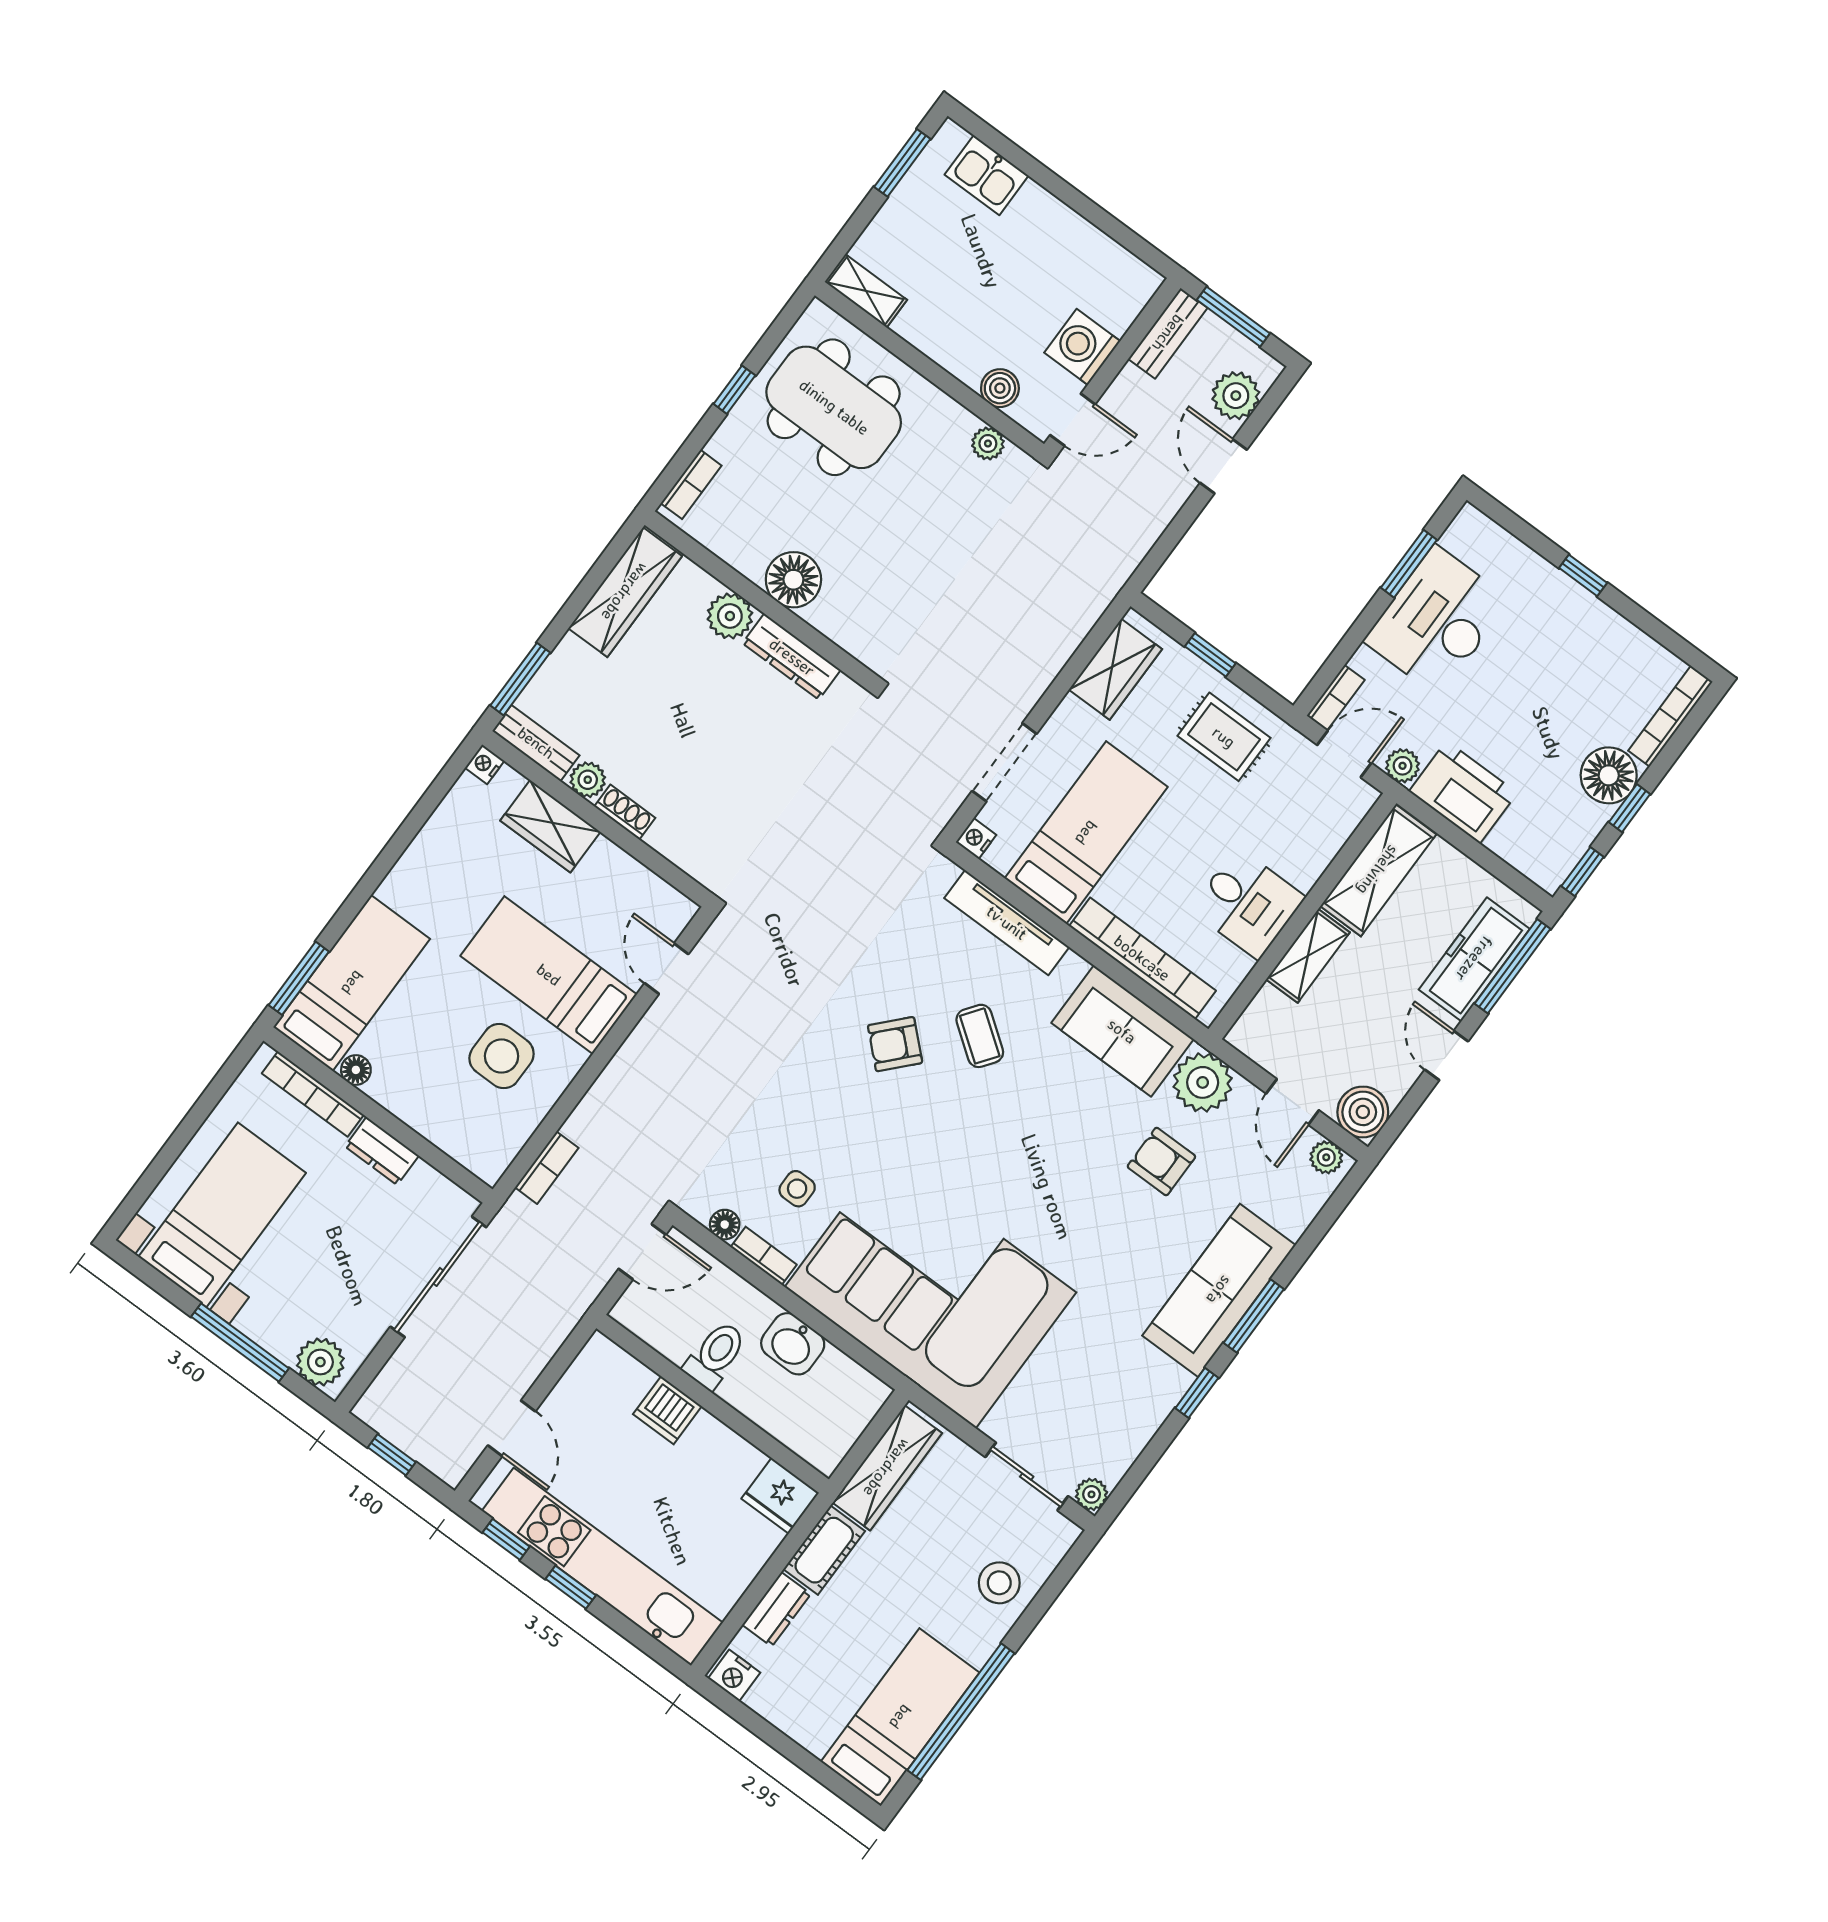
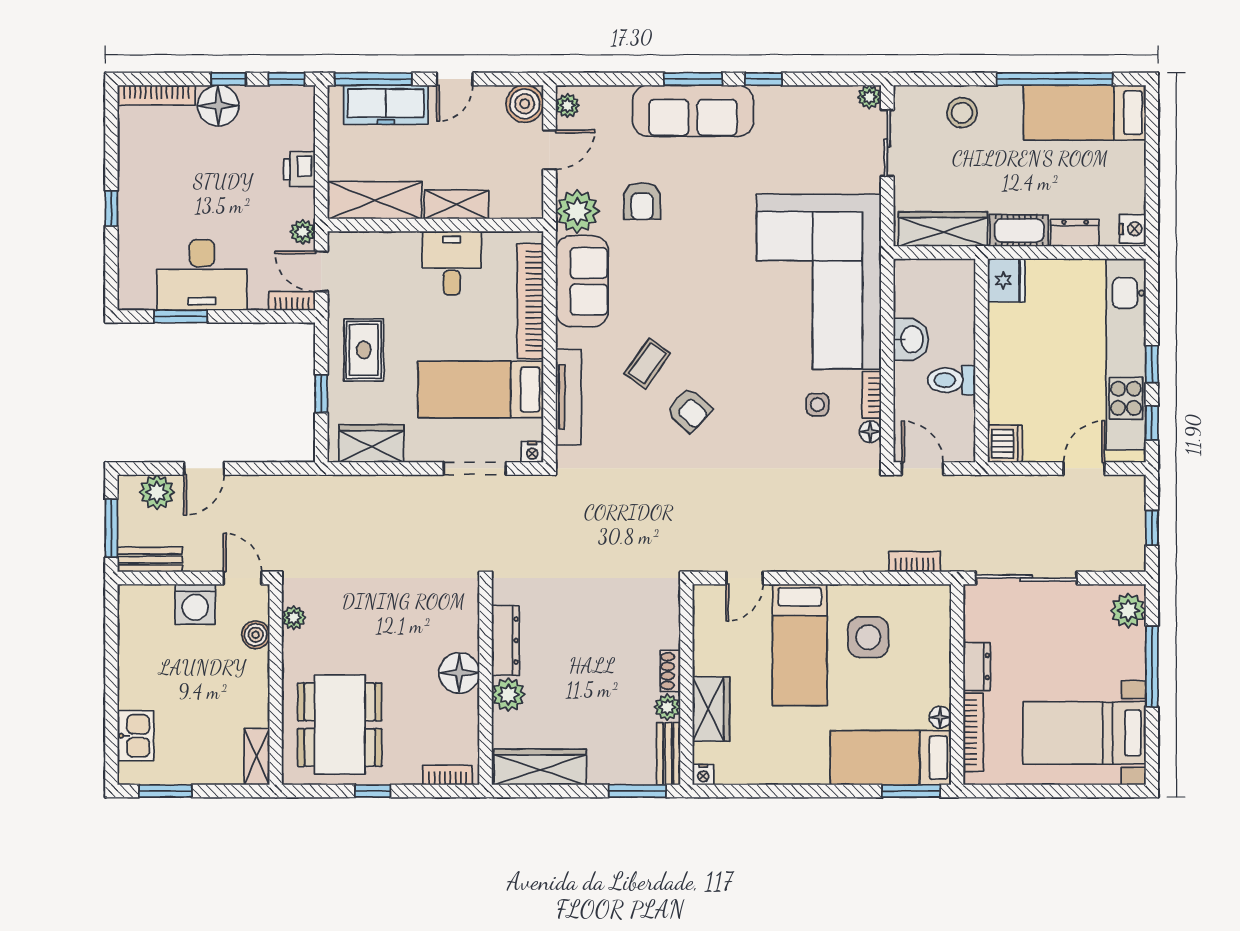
printer: (1463, 792) -> (299, 169), width x0.53, depth x0.68
dishwasher: (667, 1410) -> (1005, 444), moved

